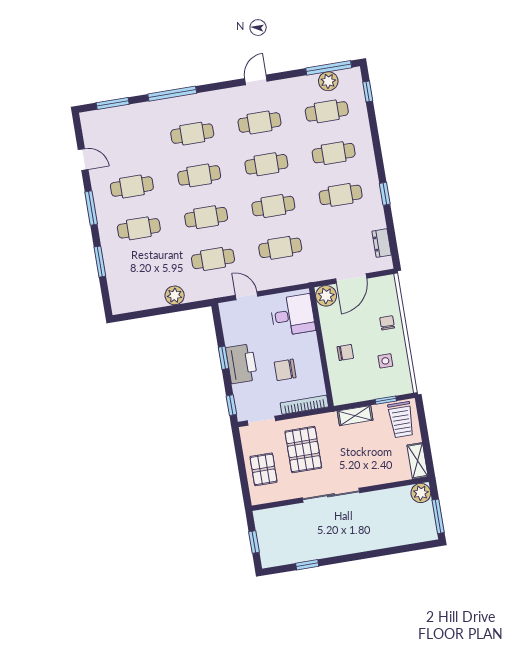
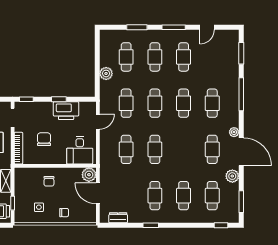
window: (329, 68) -> (241, 202), width x0.69
door: (256, 80) -> (241, 152), width x1.87
plant: (328, 81) -> (232, 176), moved
plant: (229, 95) -> (234, 132), added
cafe table: (266, 164) -> (126, 57), moved
printer: (242, 364) -> (66, 111), moved

